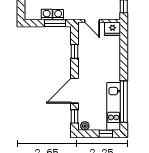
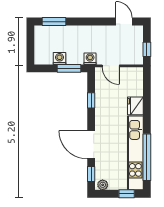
washing machine: (58, 15) -> (90, 59), moved
fridge: (112, 29) -> (135, 106), moved, turned 90
door: (75, 91) -> (91, 145), hinge flipped
kitchen unit: (114, 106) -> (135, 153), width x1.36

